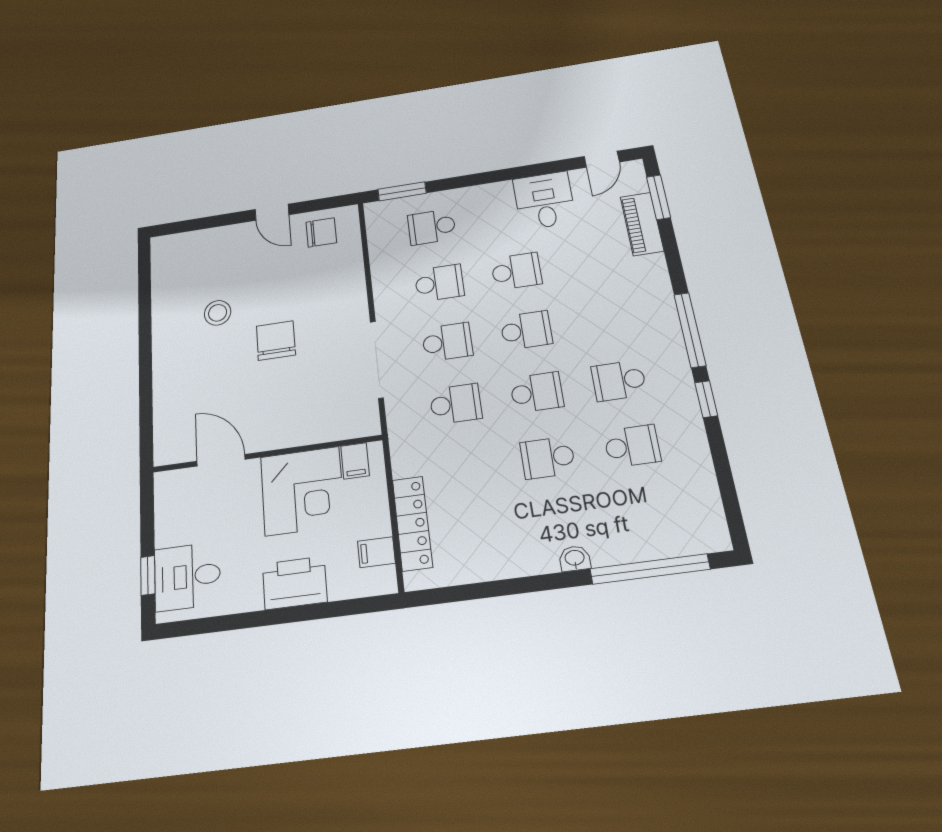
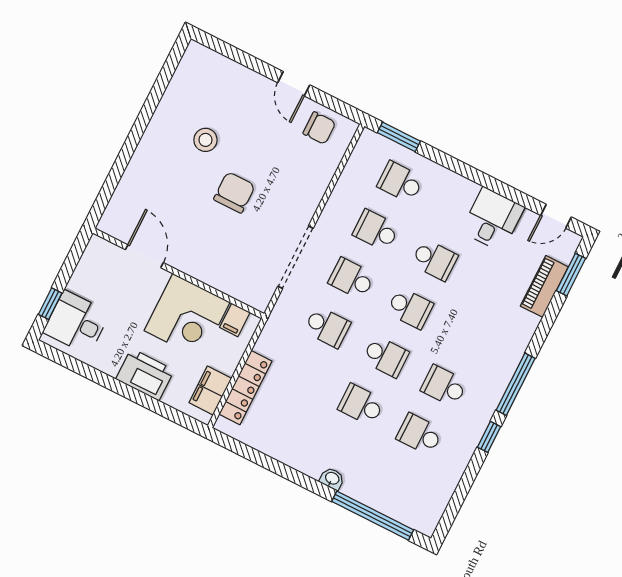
school desk: (439, 283) -> (376, 230), turned 180
school desk: (447, 342) -> (352, 279), turned 180
school desk: (632, 446) -> (420, 434), turned 180
filing cabinet: (376, 552) -> (210, 390), width x2.00

